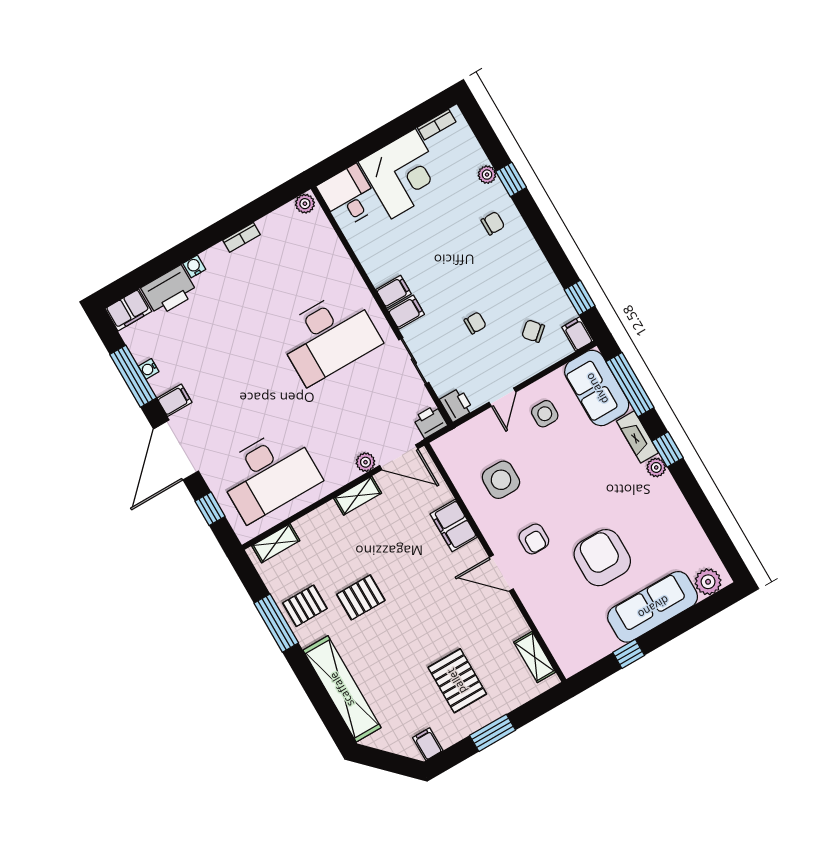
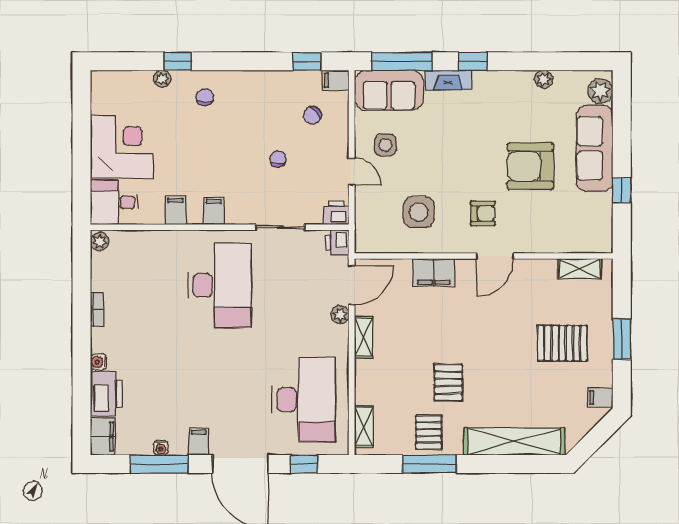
bookcase: (437, 125) -> (97, 96), removed
filing cabinet: (406, 312) -> (176, 210), moved
plant: (656, 467) -> (544, 79), moved

